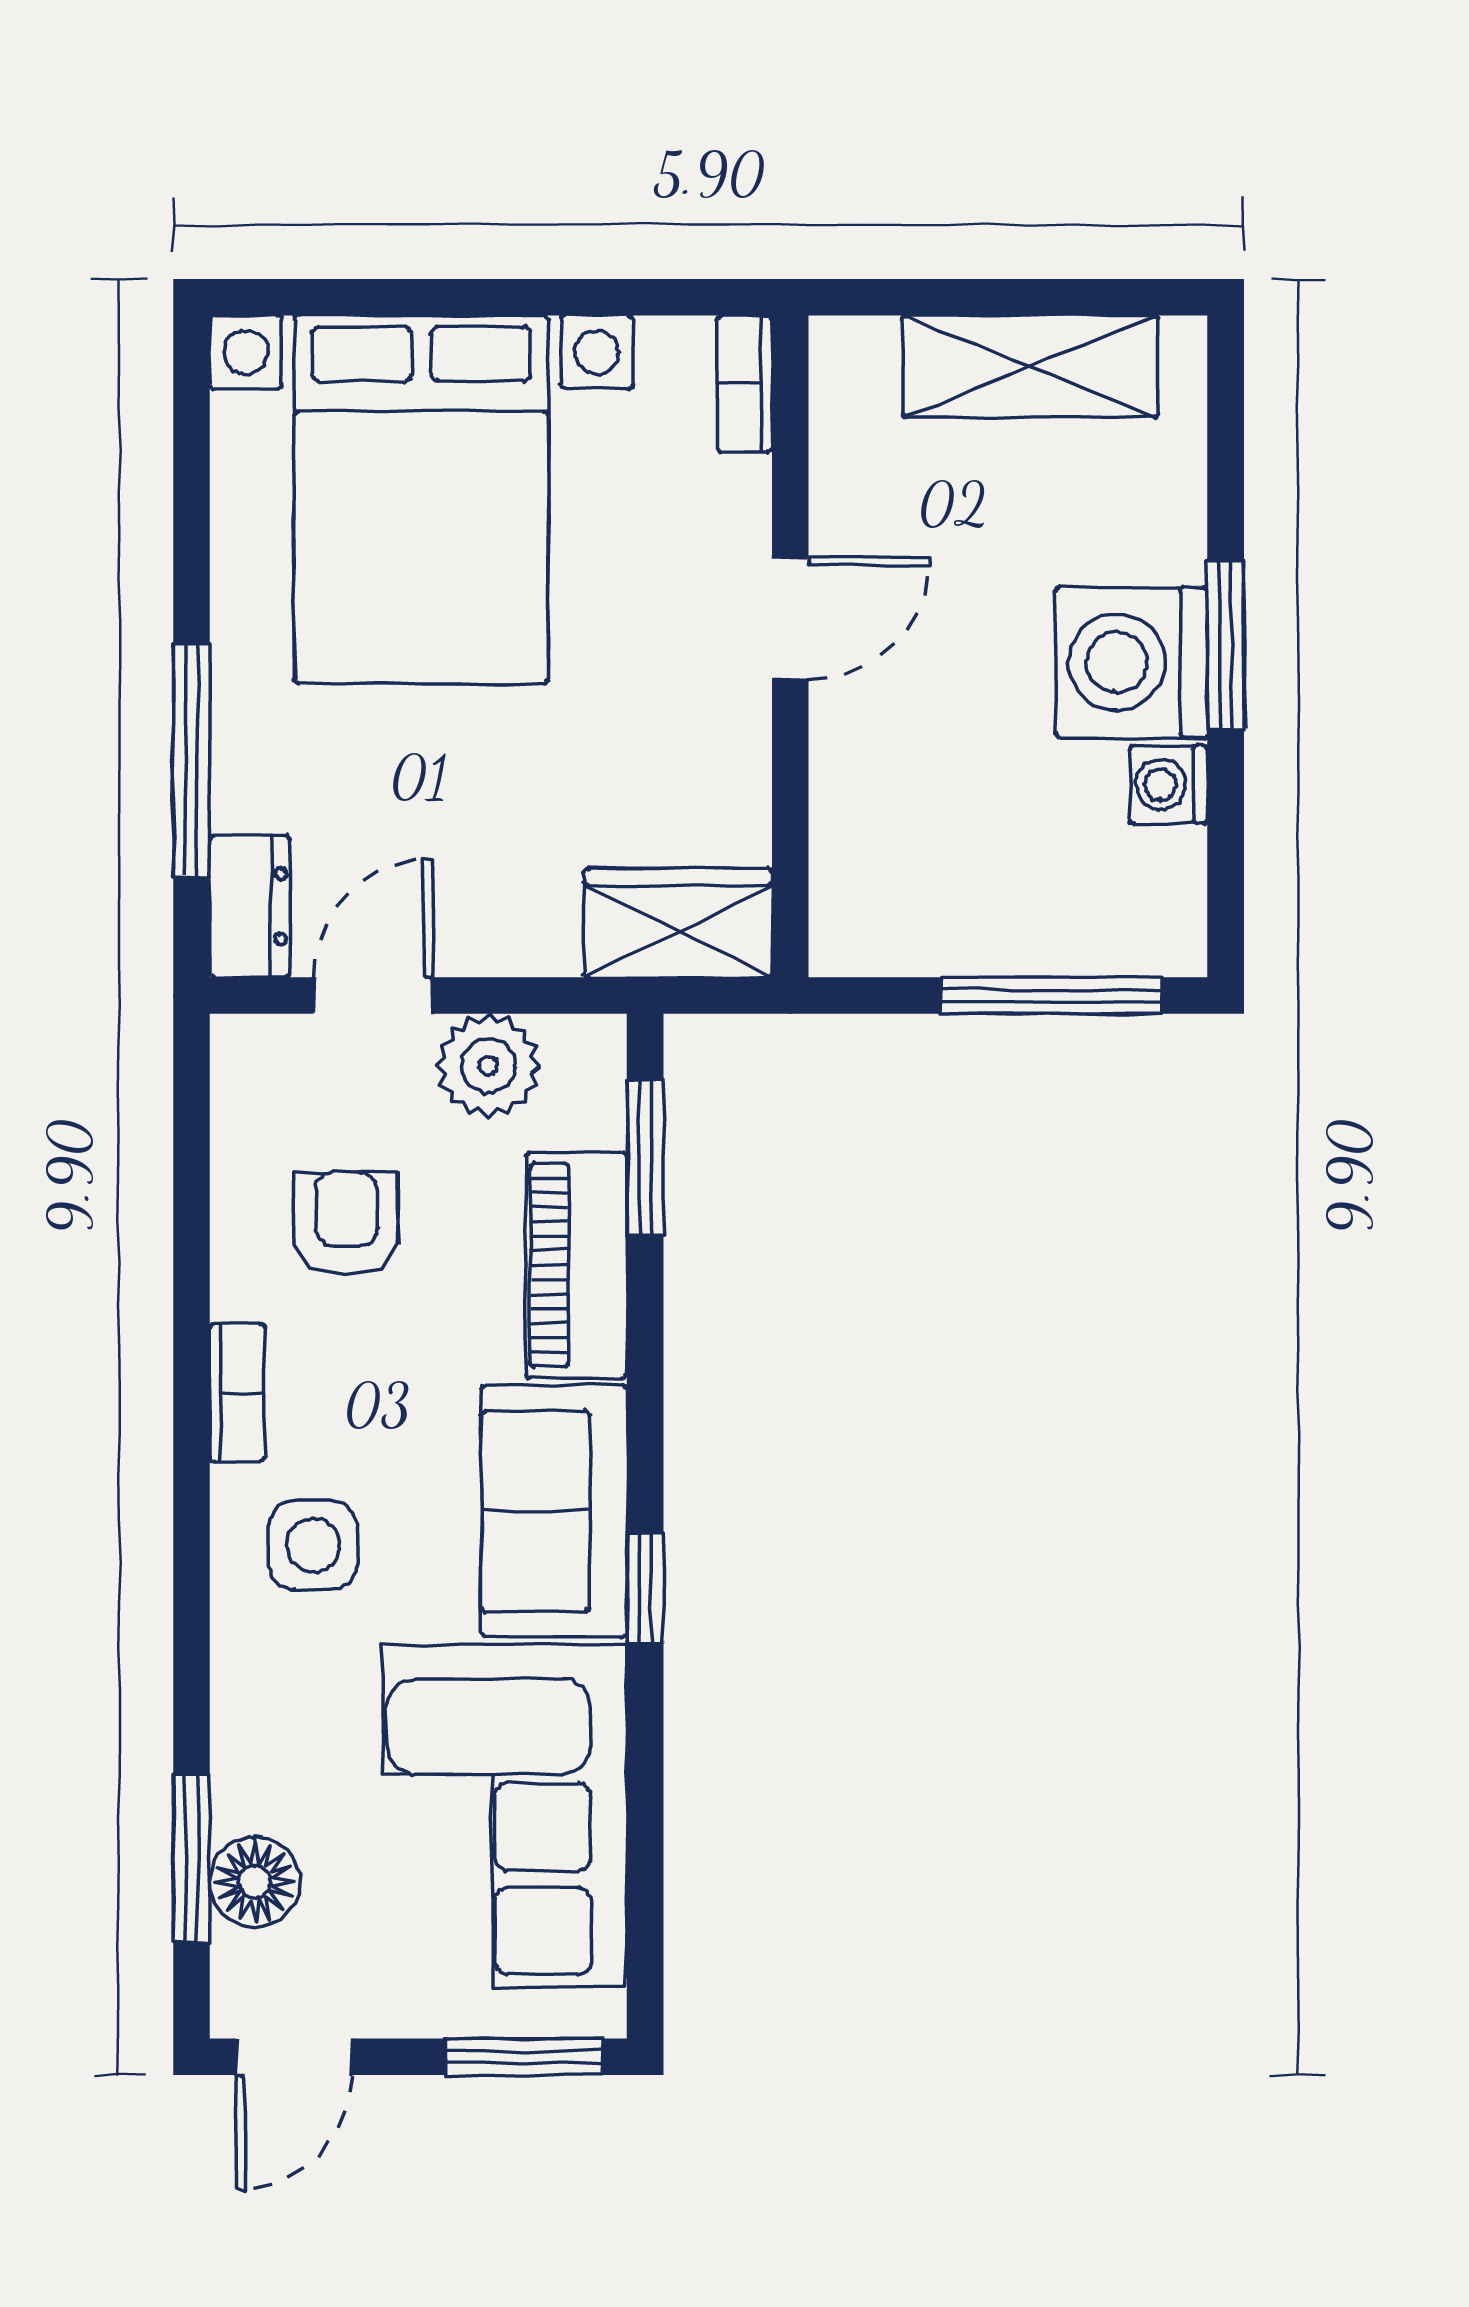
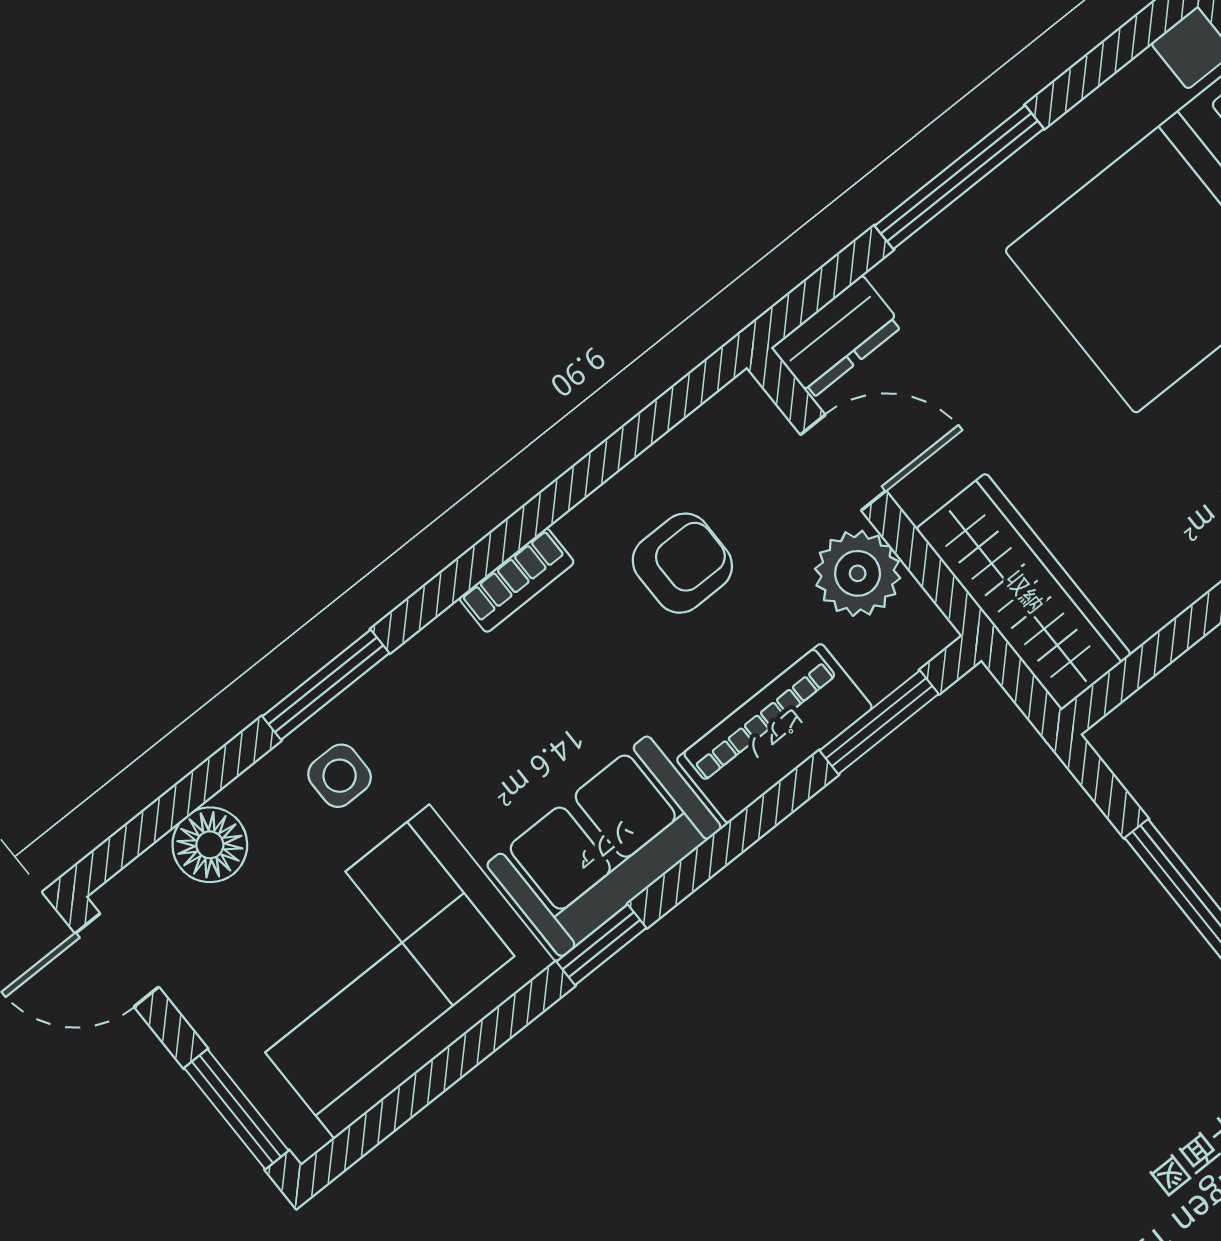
window: (192, 761) -> (959, 177), moved
wardrobe: (678, 923) -> (1024, 592), width x1.50
side table: (313, 1545) -> (340, 776), moved, width x0.73, depth x0.73
window: (192, 1858) -> (326, 685), moved

